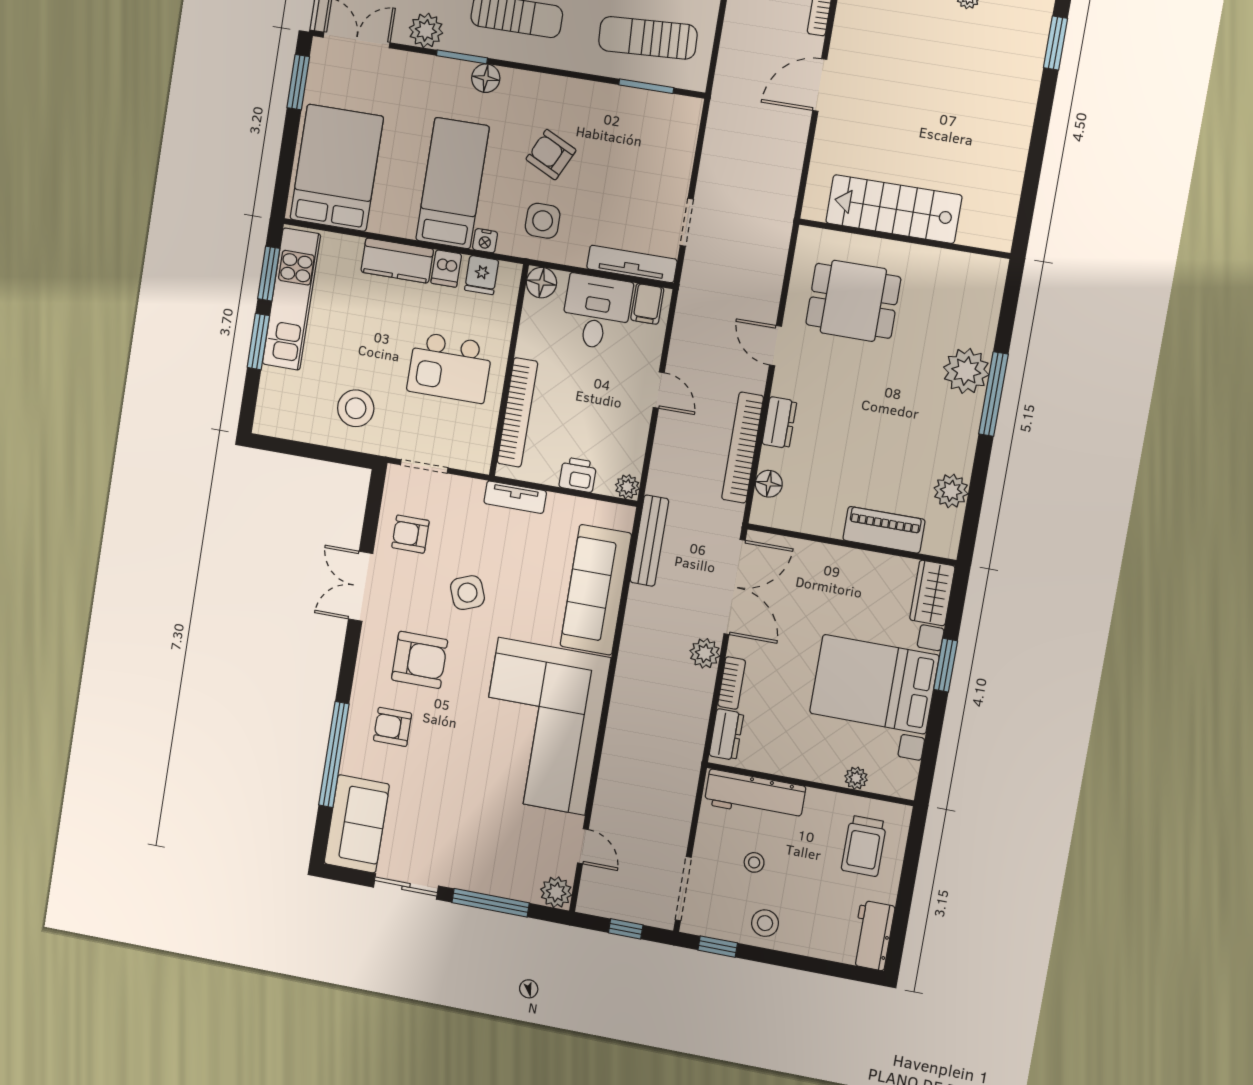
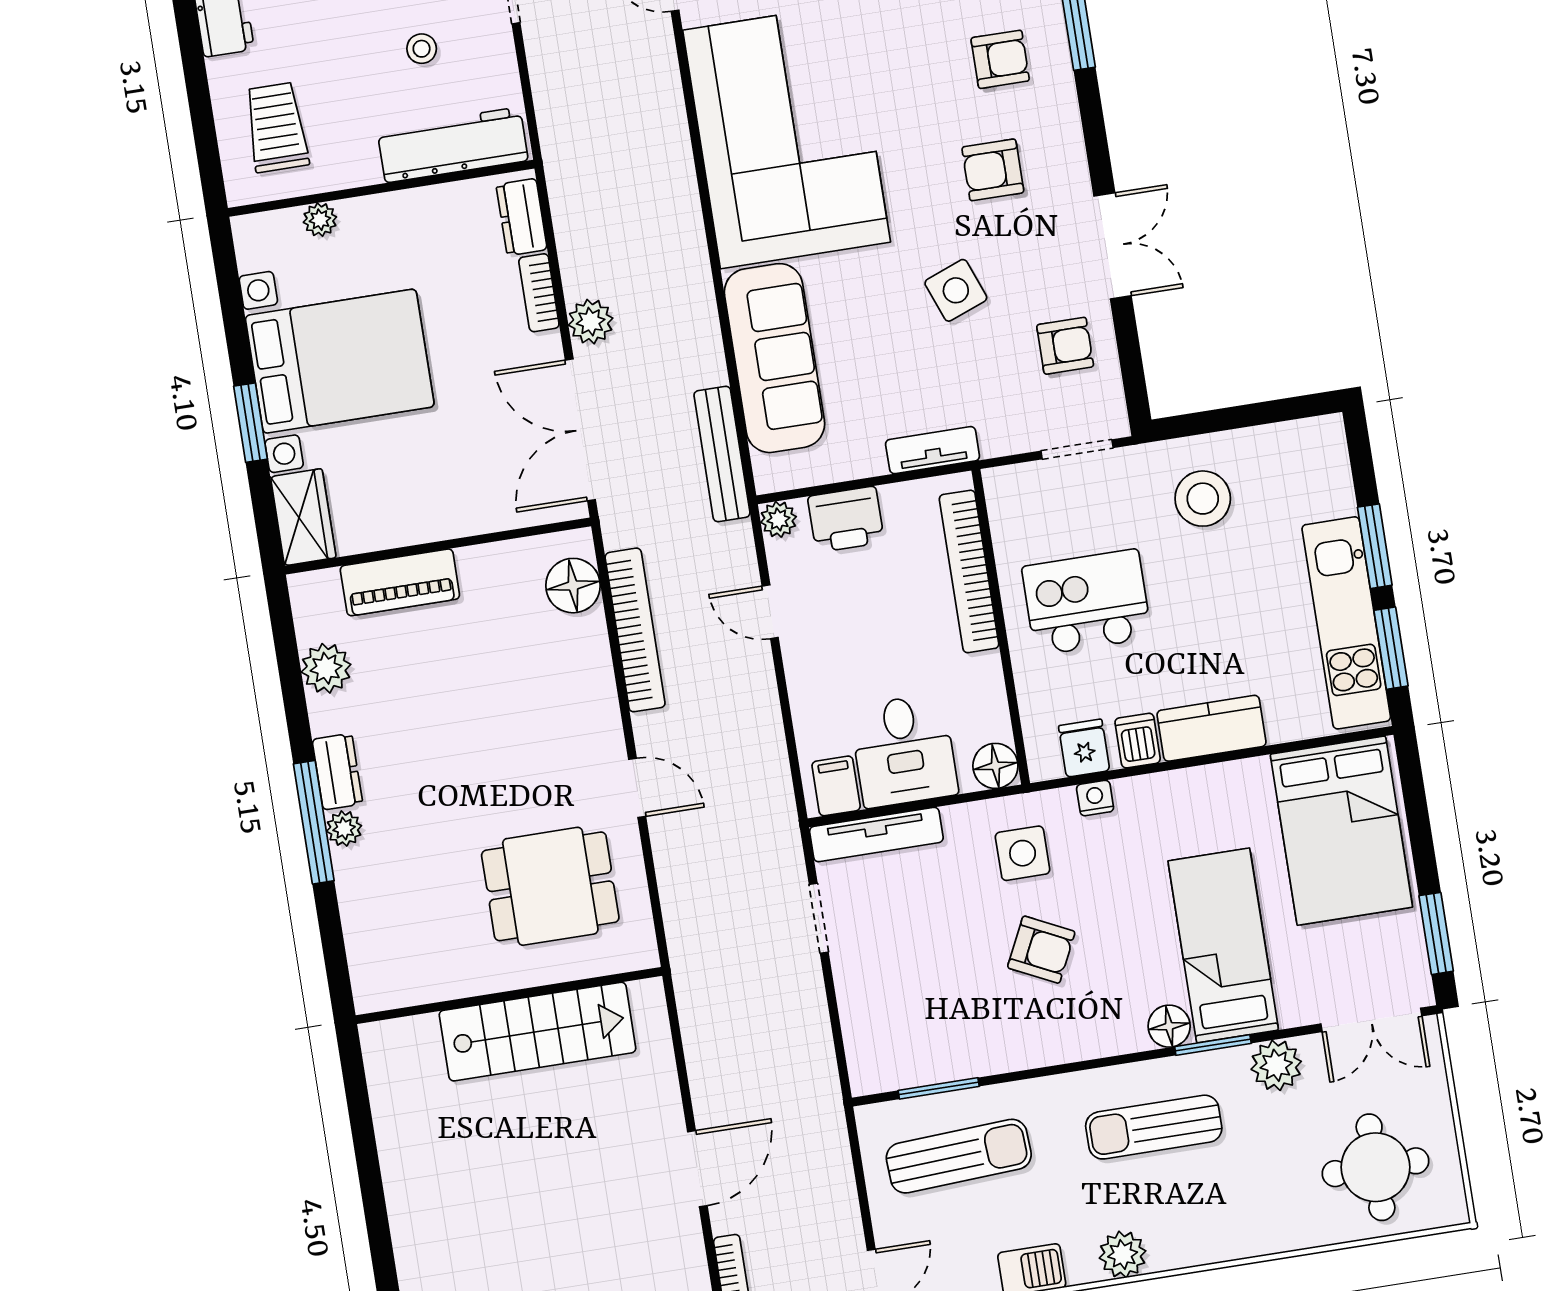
bed: (452, 183) -> (1223, 946), moved, turned 180
plant: (966, 371) -> (344, 829), width x0.53, depth x0.53
door: (659, 390) -> (770, 612), moved
dresser: (779, 423) -> (337, 772), moved, turned 180
printer: (578, 475) -> (846, 519), width x1.36, depth x1.24
floor lamp: (769, 484) -> (573, 586), width x1.38, depth x1.38
armchair: (420, 660) -> (993, 170), width x0.72, depth x0.72

